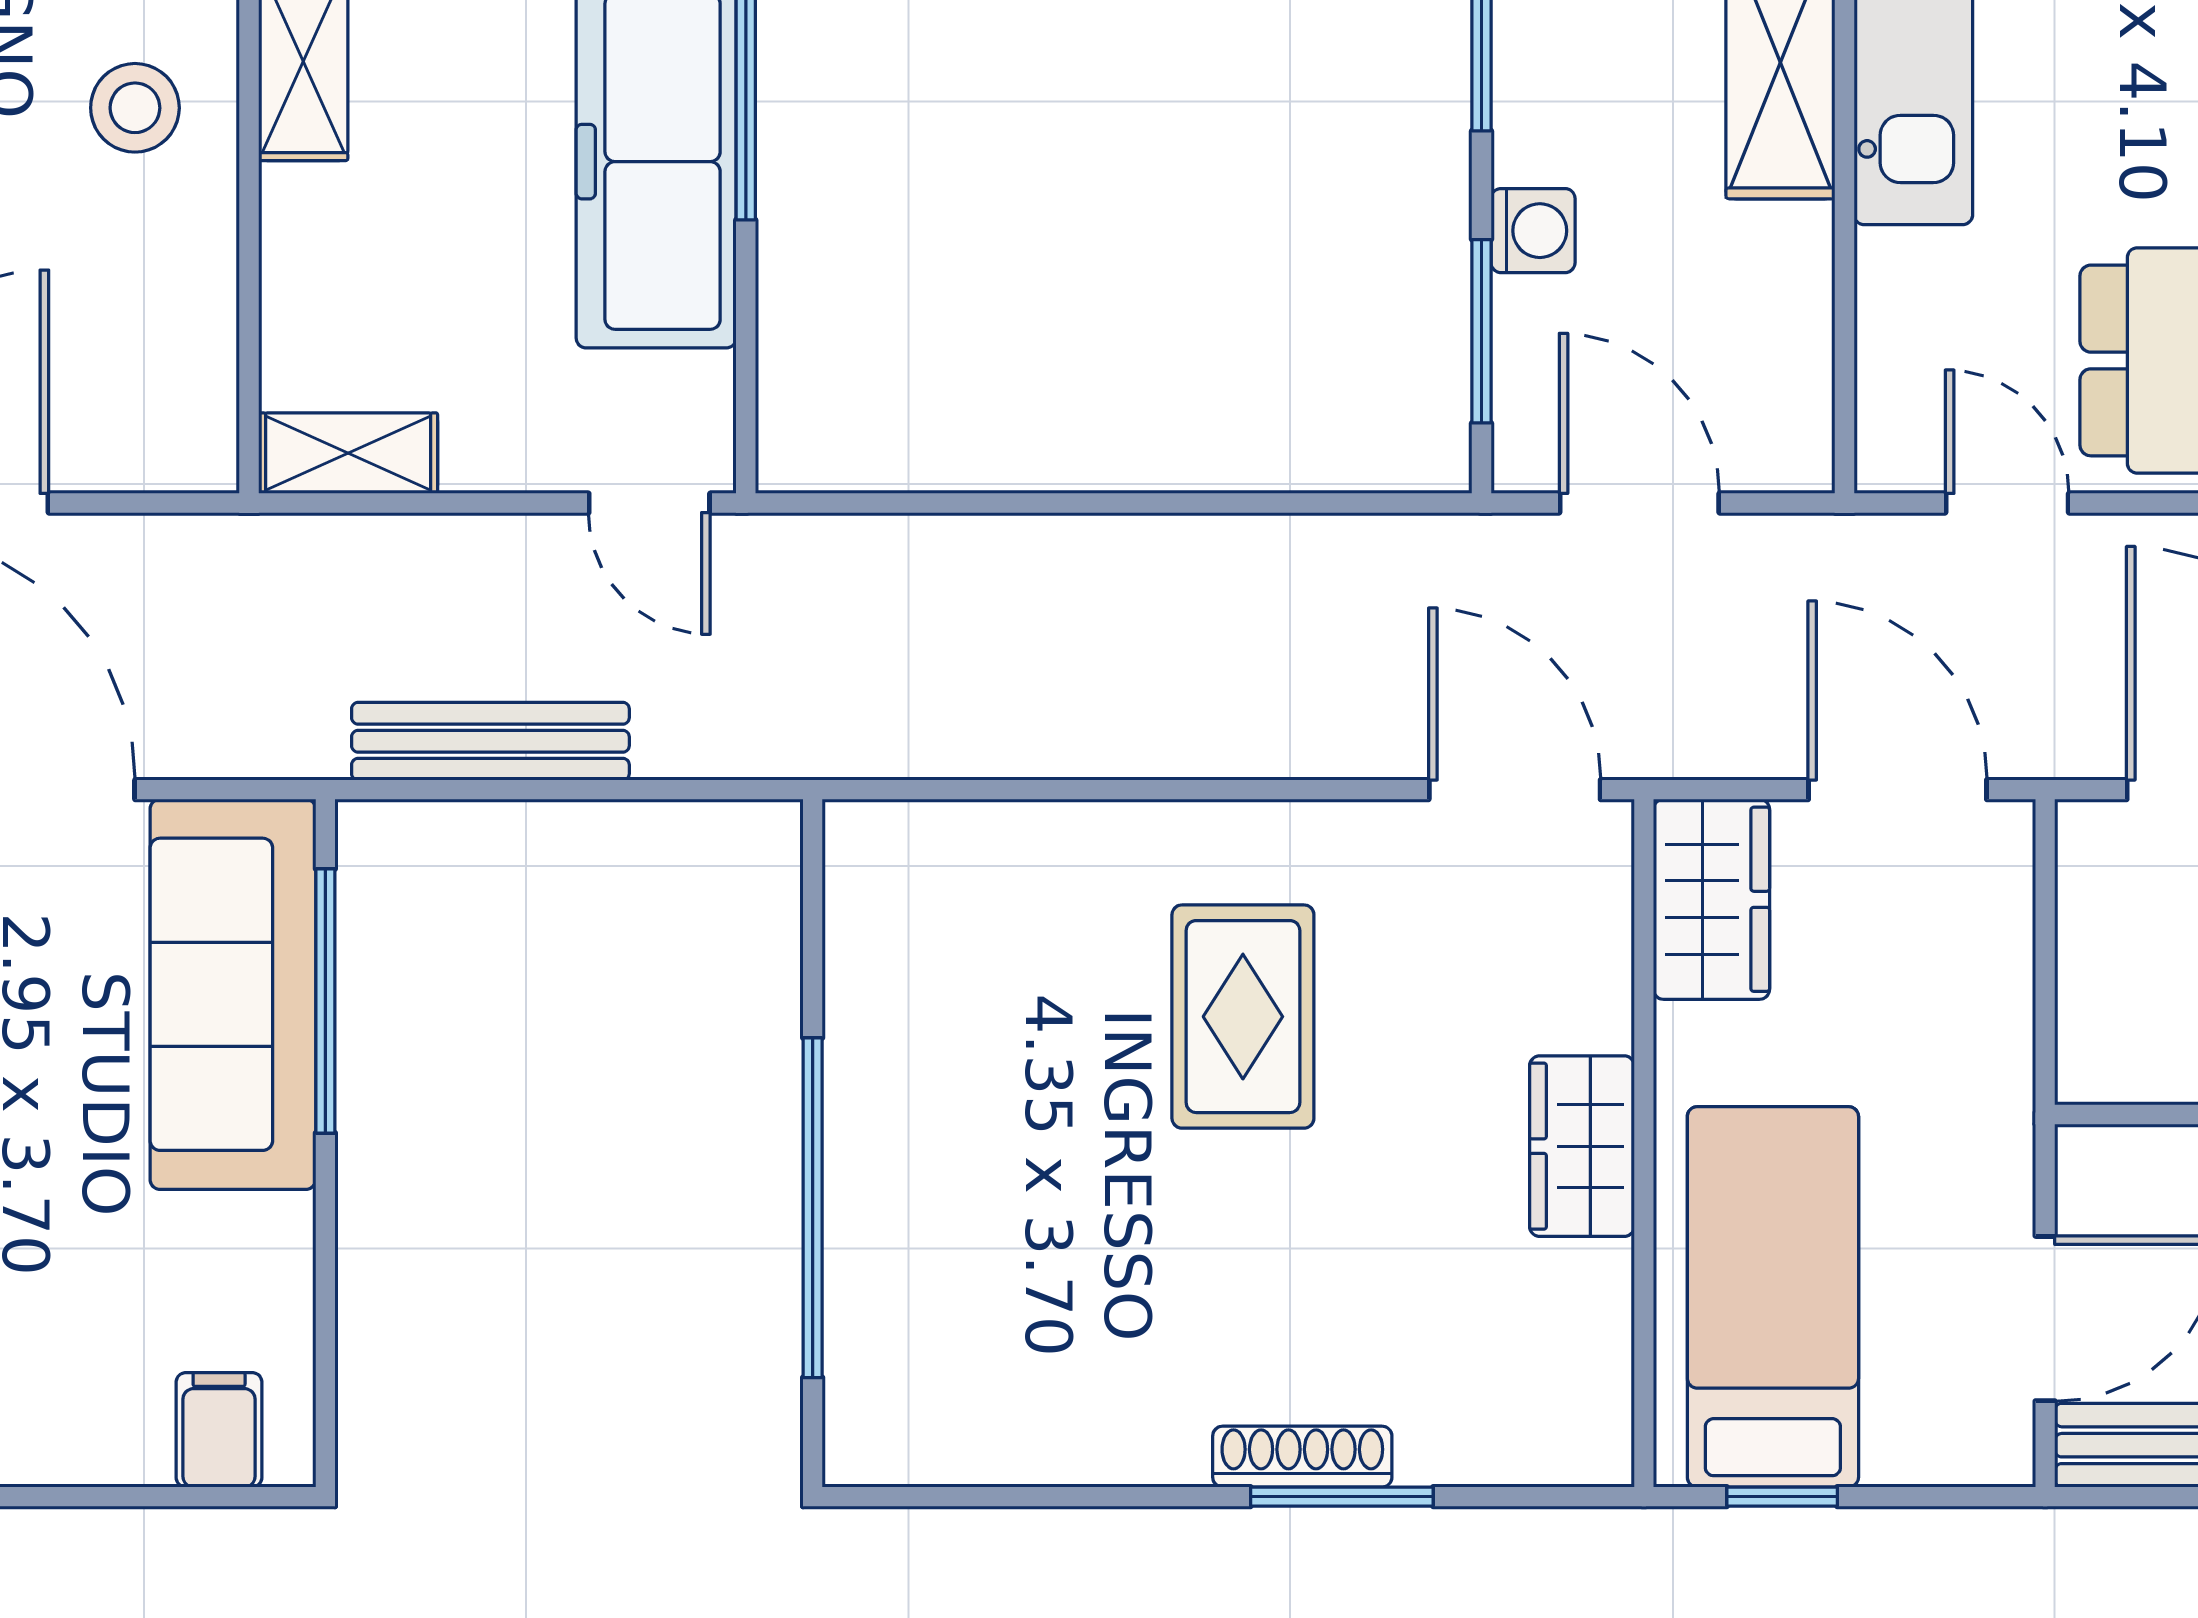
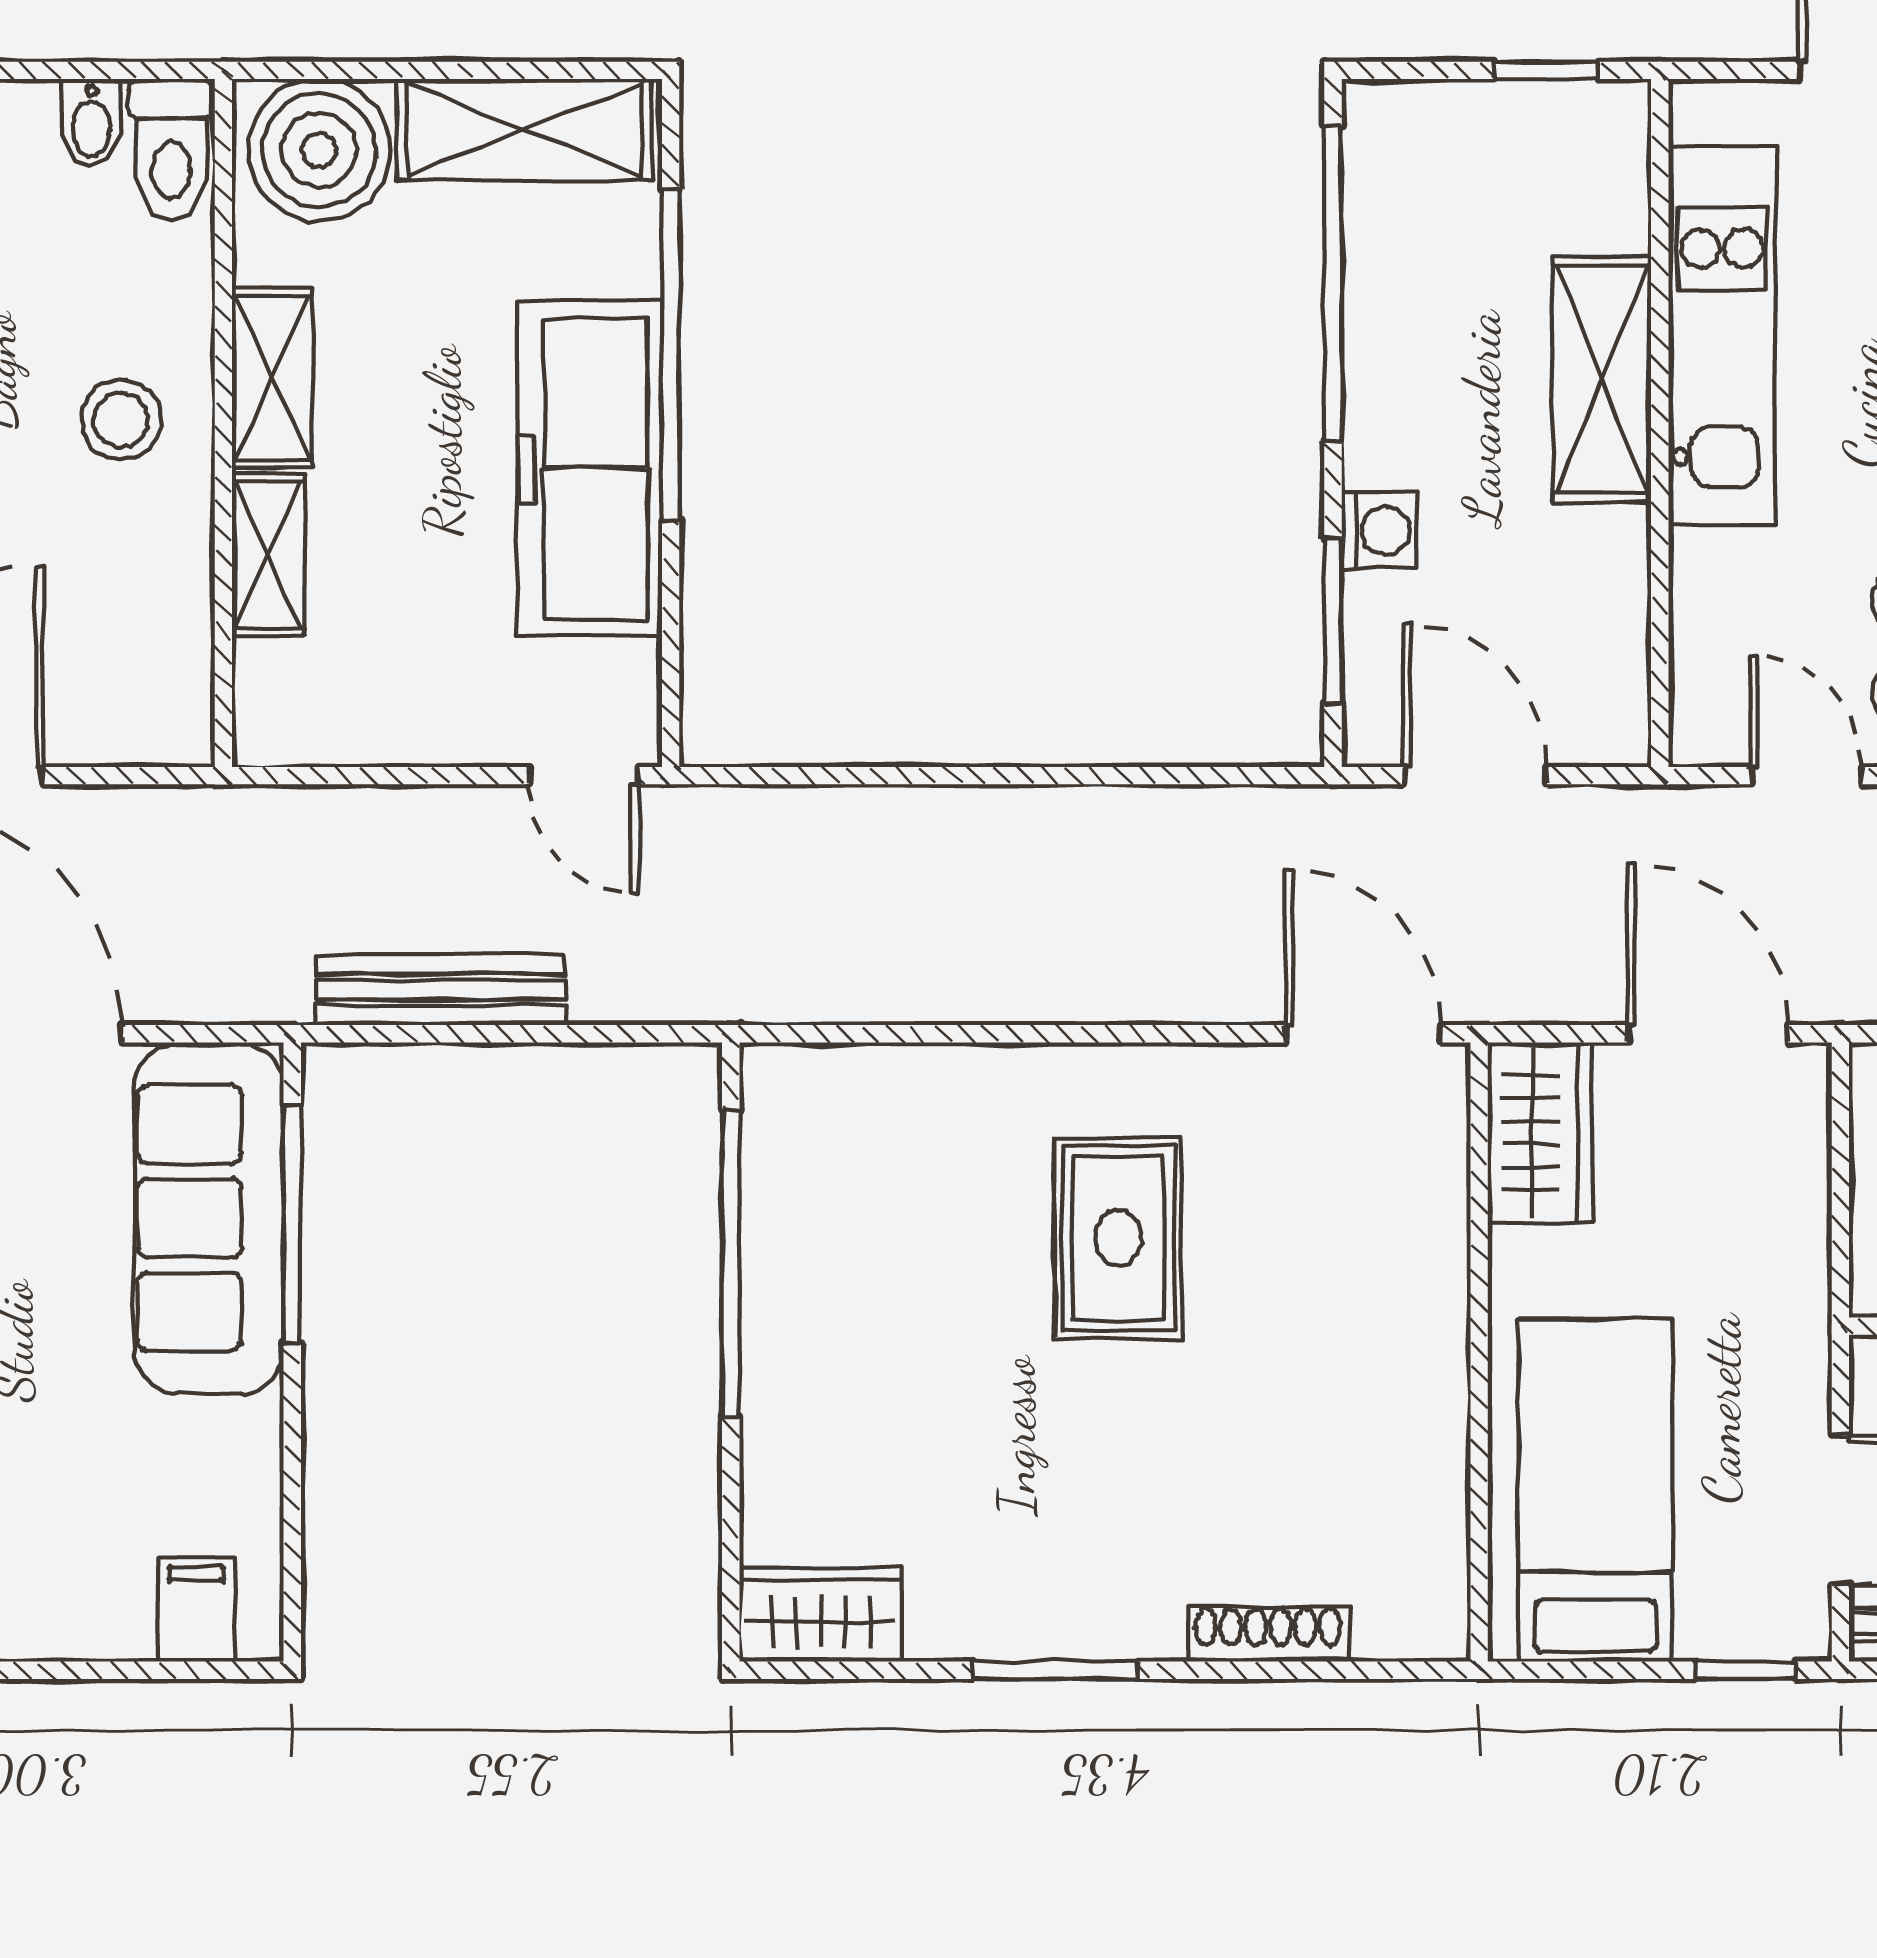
shelving: (348, 453) -> (268, 555), moved, turned 90
wardrobe: (1582, 1146) -> (821, 1614), moved, turned 90
window: (813, 1208) -> (731, 1264), moved
shoe rack: (1302, 1457) -> (1268, 1634), moved
window: (1342, 1497) -> (1055, 1670), moved
window: (1782, 1497) -> (1745, 1670), moved

